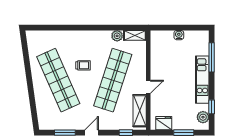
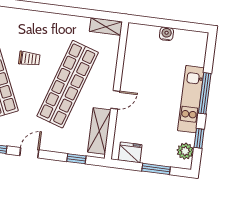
plant: (117, 36) -> (81, 24), removed
window: (212, 57) -> (205, 93), moved

